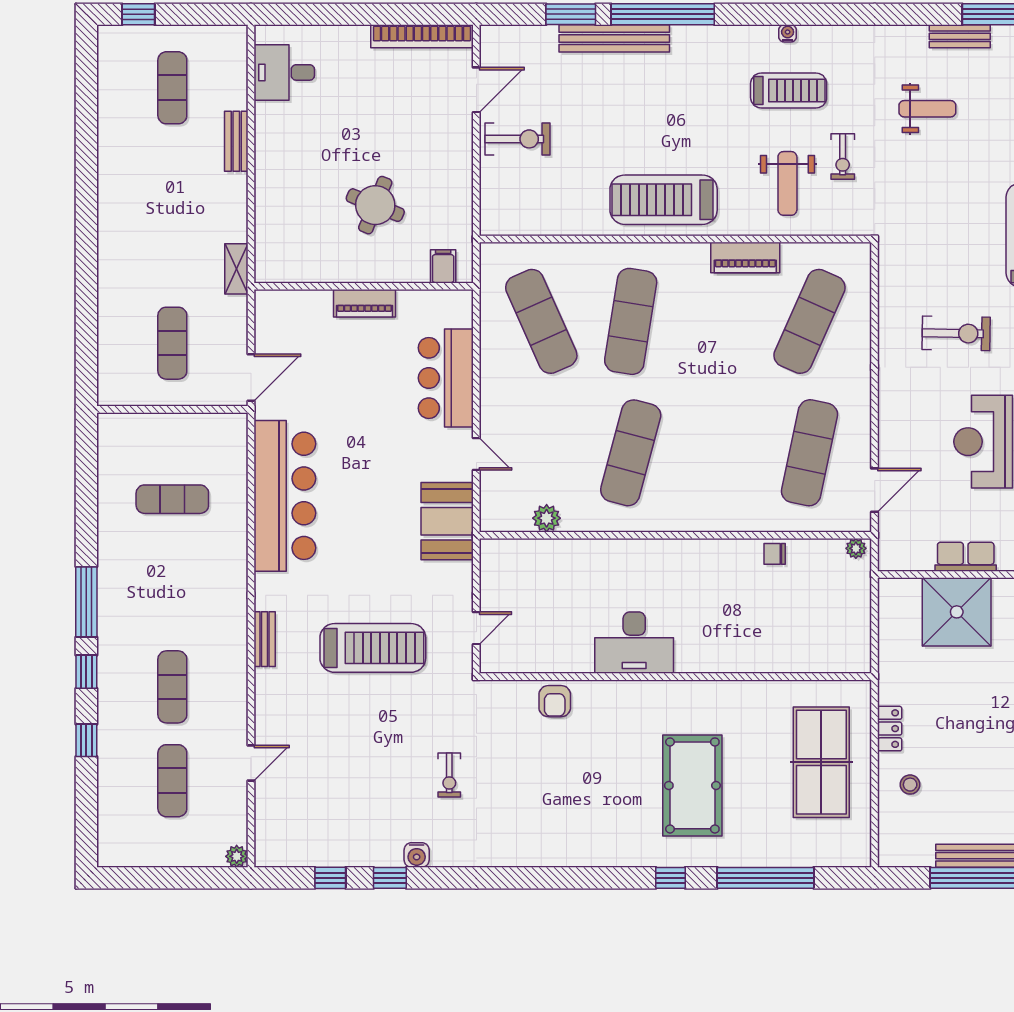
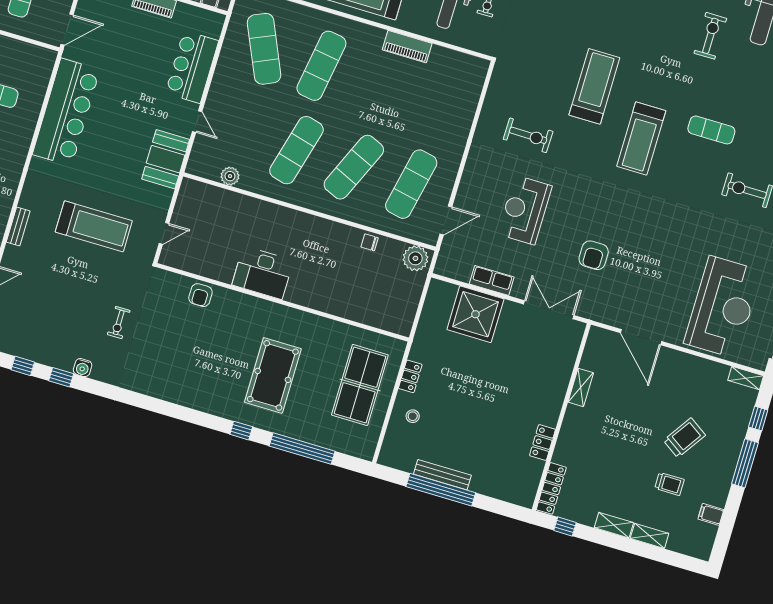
exercise mat: (810, 321) -> (354, 167), moved
plant: (856, 548) -> (415, 258), width x1.88, depth x1.88
bench: (265, 639) -> (18, 226), moved

